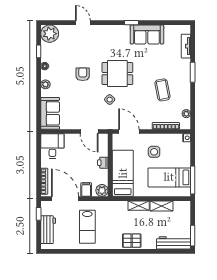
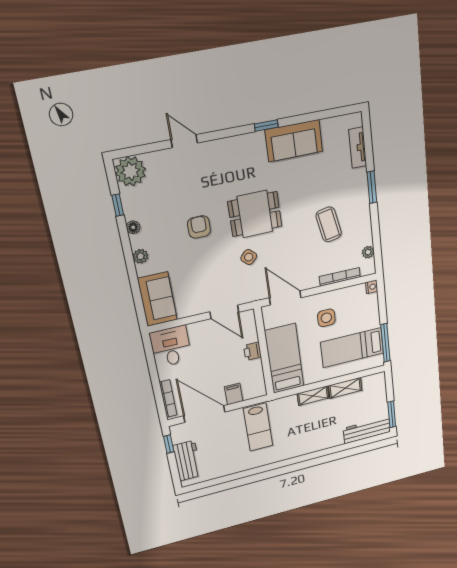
plant: (102, 190) -> (257, 389), removed
lab bench: (87, 227) -> (258, 427), moved
pallet: (132, 241) -> (309, 443), removed

